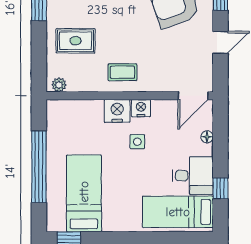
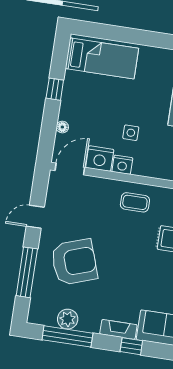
nightstand: (117, 111) -> (100, 159), moved
desk: (193, 176) -> (82, 91), removed
window: (220, 188) -> (55, 89), moved

